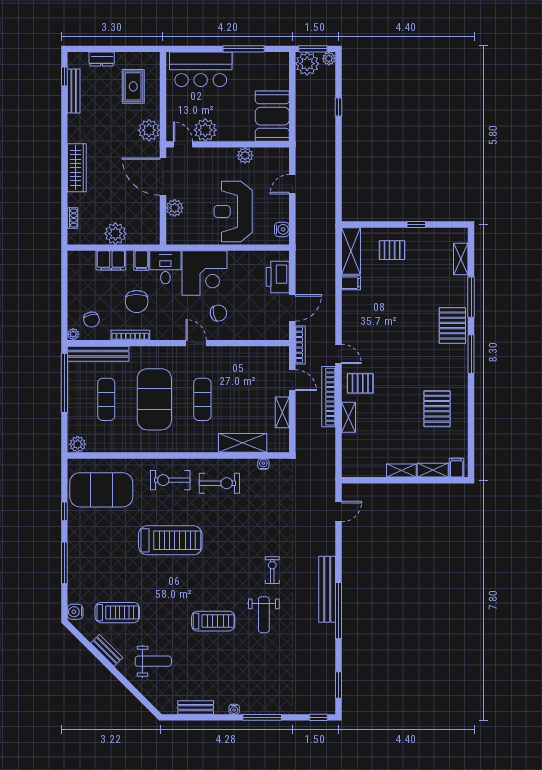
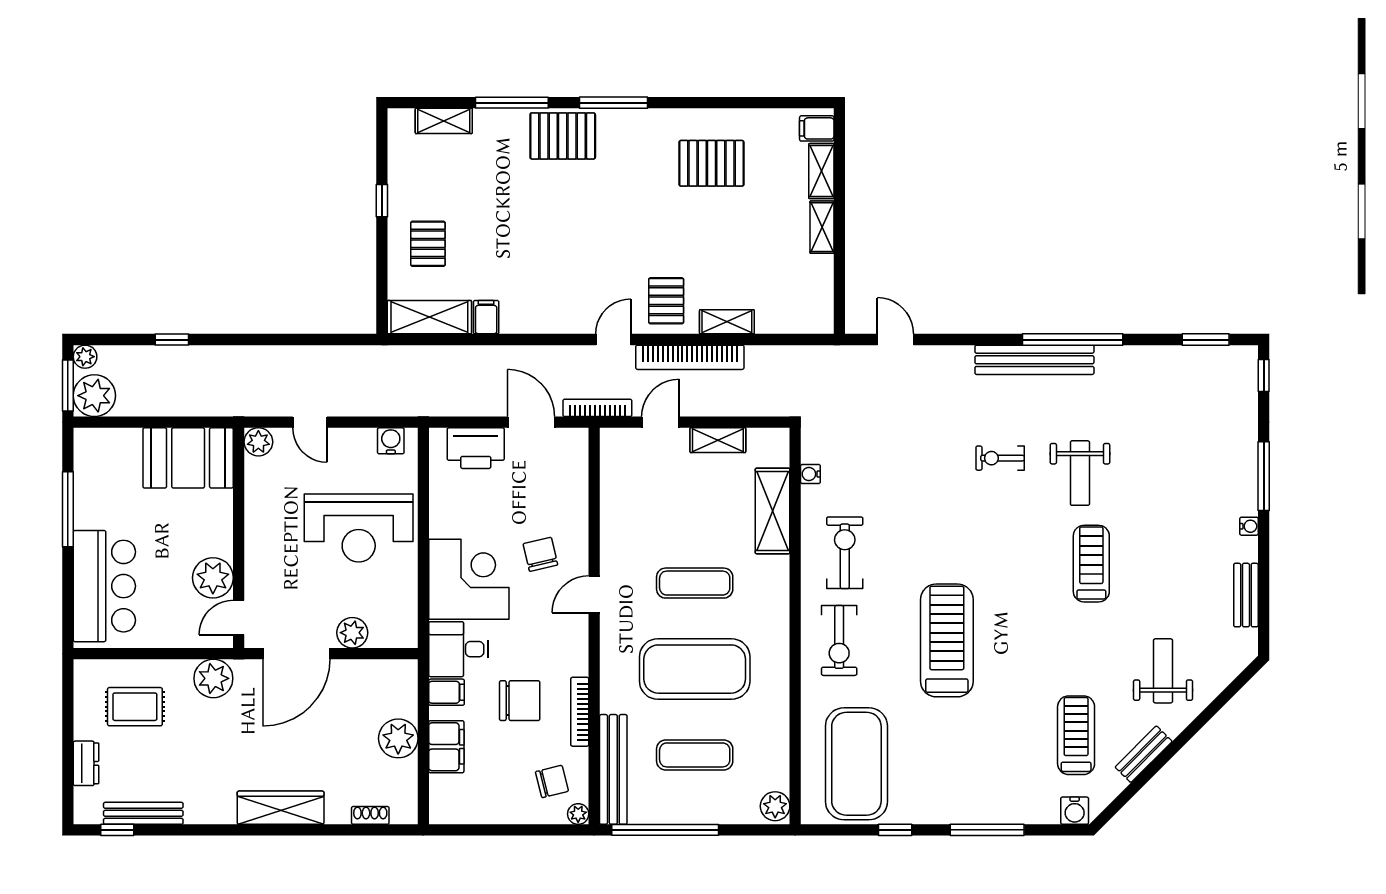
plant: (245, 155) -> (258, 442), moved
weight bench: (264, 615) -> (1080, 473), turned 90

